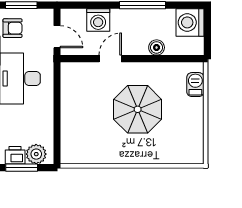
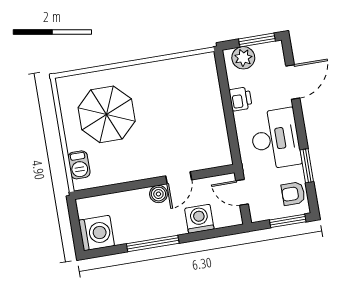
boiler: (157, 47) -> (158, 194), moved
parasol: (138, 109) -> (107, 114), moved
printer: (15, 155) -> (241, 99), moved, turned -90

